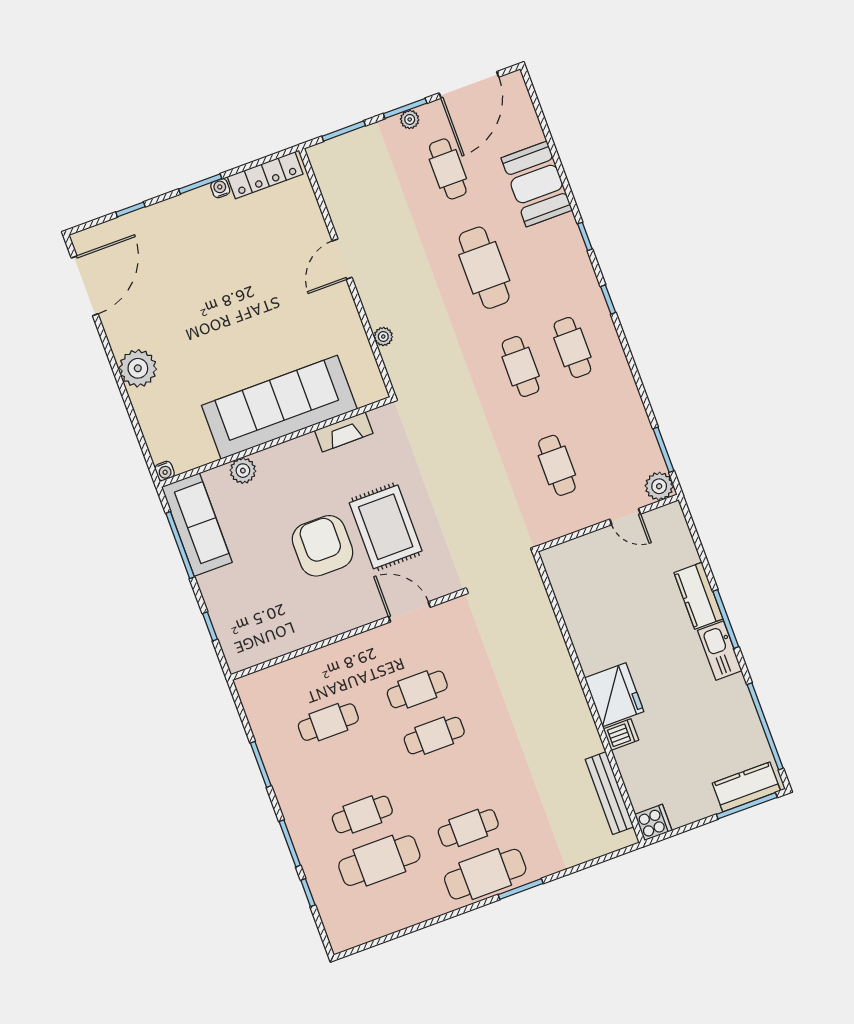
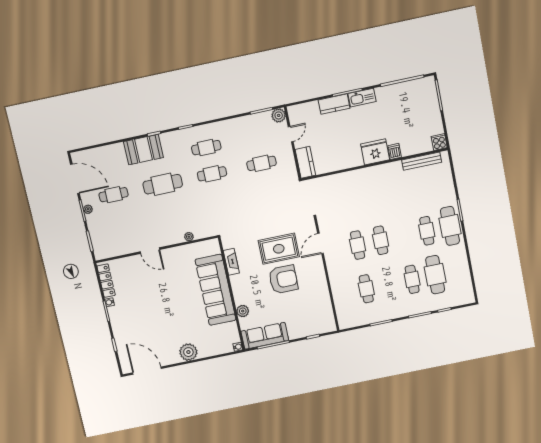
booth: (537, 184) -> (143, 150), moved
armchair: (323, 546) -> (283, 279), turned 180
kitchen counter: (746, 787) -> (305, 162), moved, turned 180

